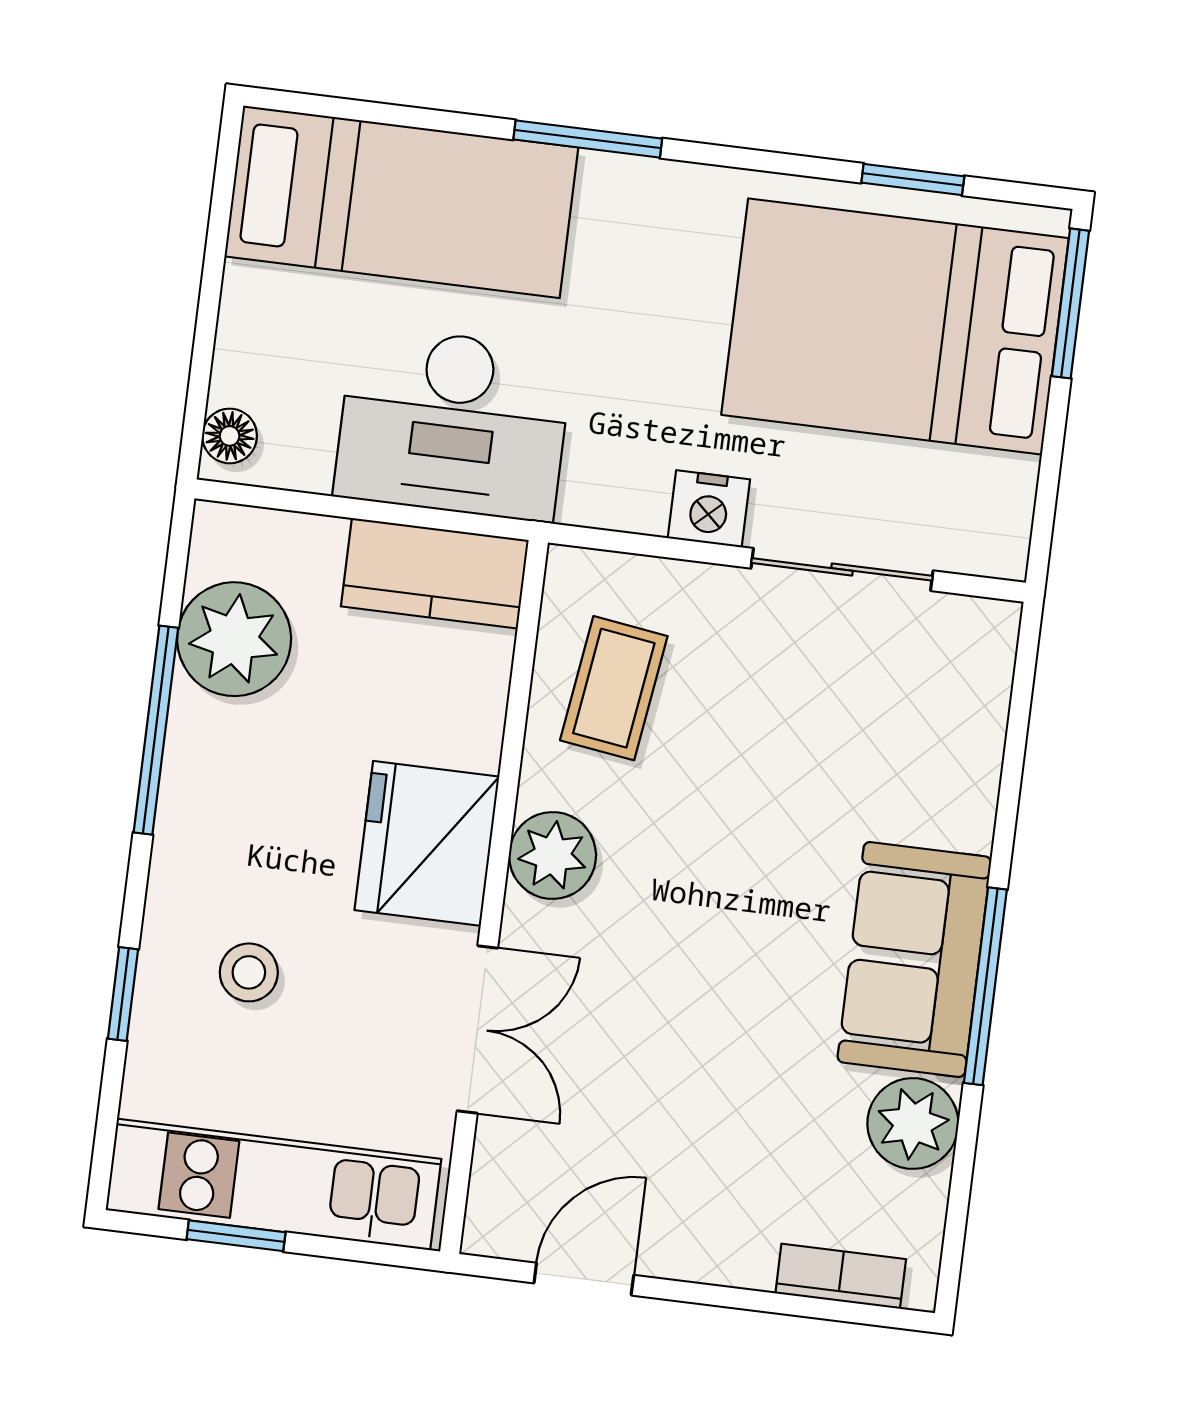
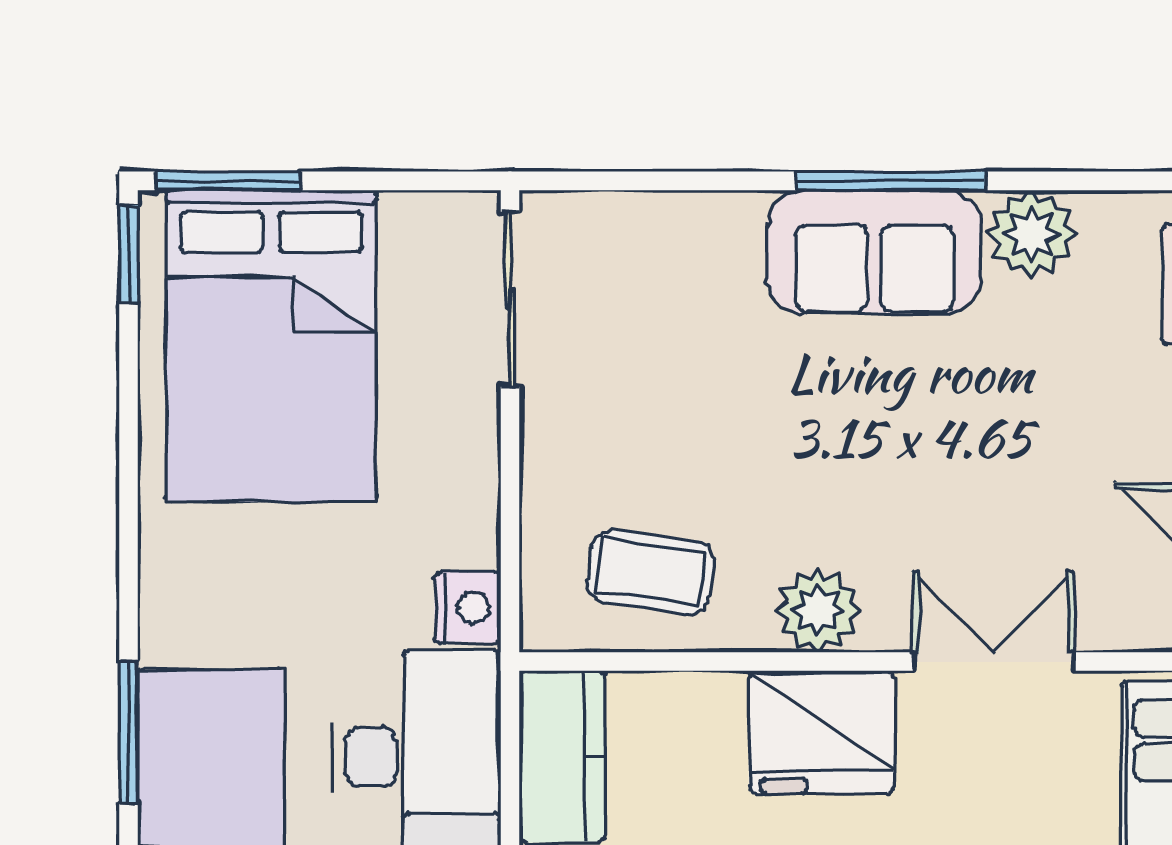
window: (588, 139) -> (128, 733), moved
window: (913, 179) -> (128, 254), moved
nightstand: (709, 509) -> (468, 608), moved
sliding door: (842, 569) -> (510, 299), moved

